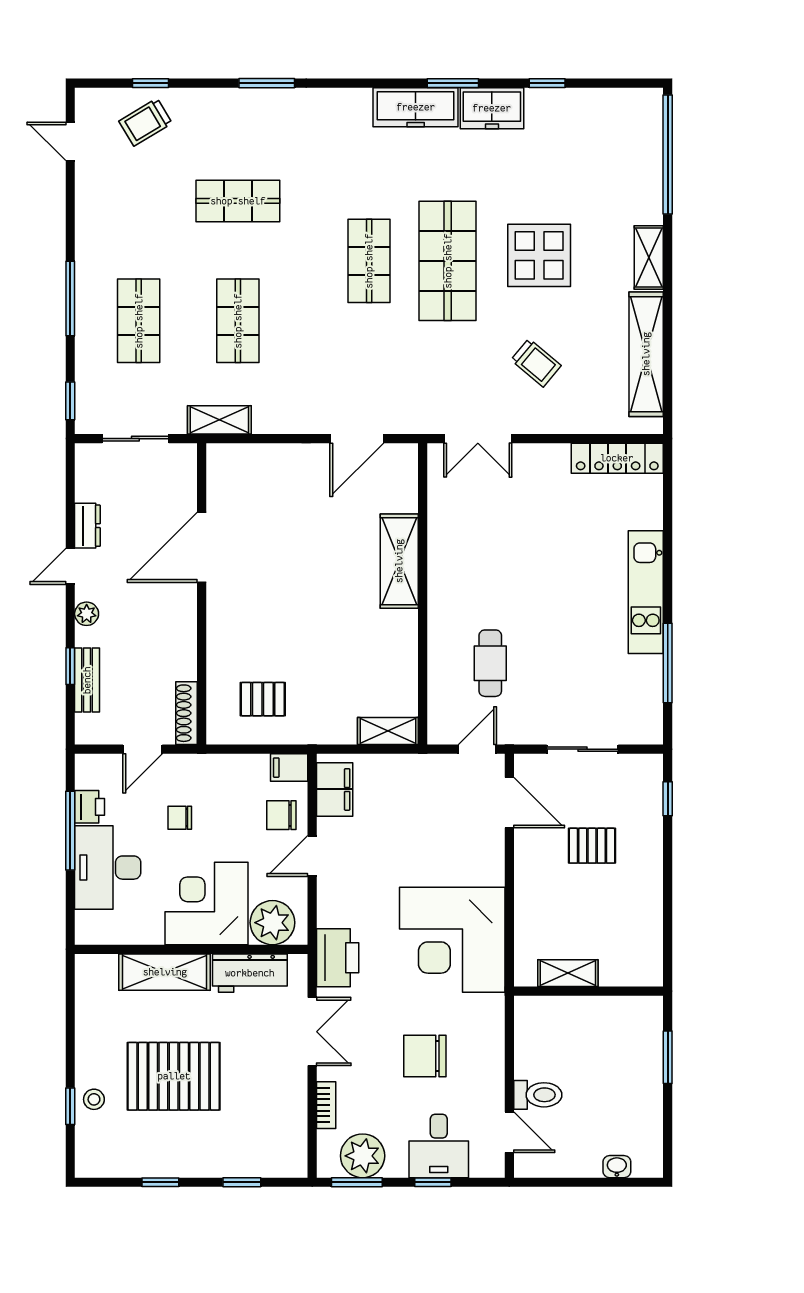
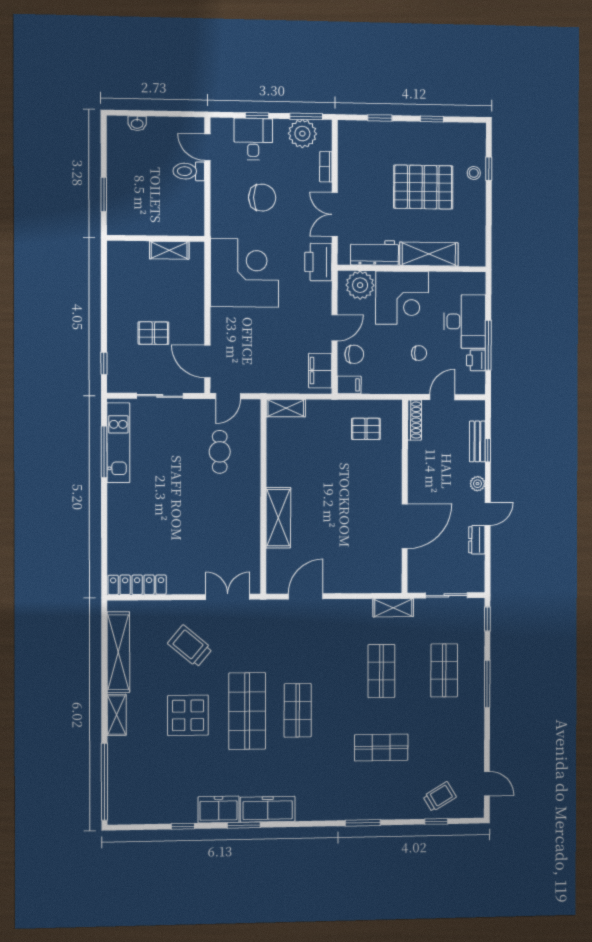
trolley: (536, 363) -> (190, 646), width x1.36, depth x1.39
kitchen unit: (646, 592) -> (118, 443), moved

